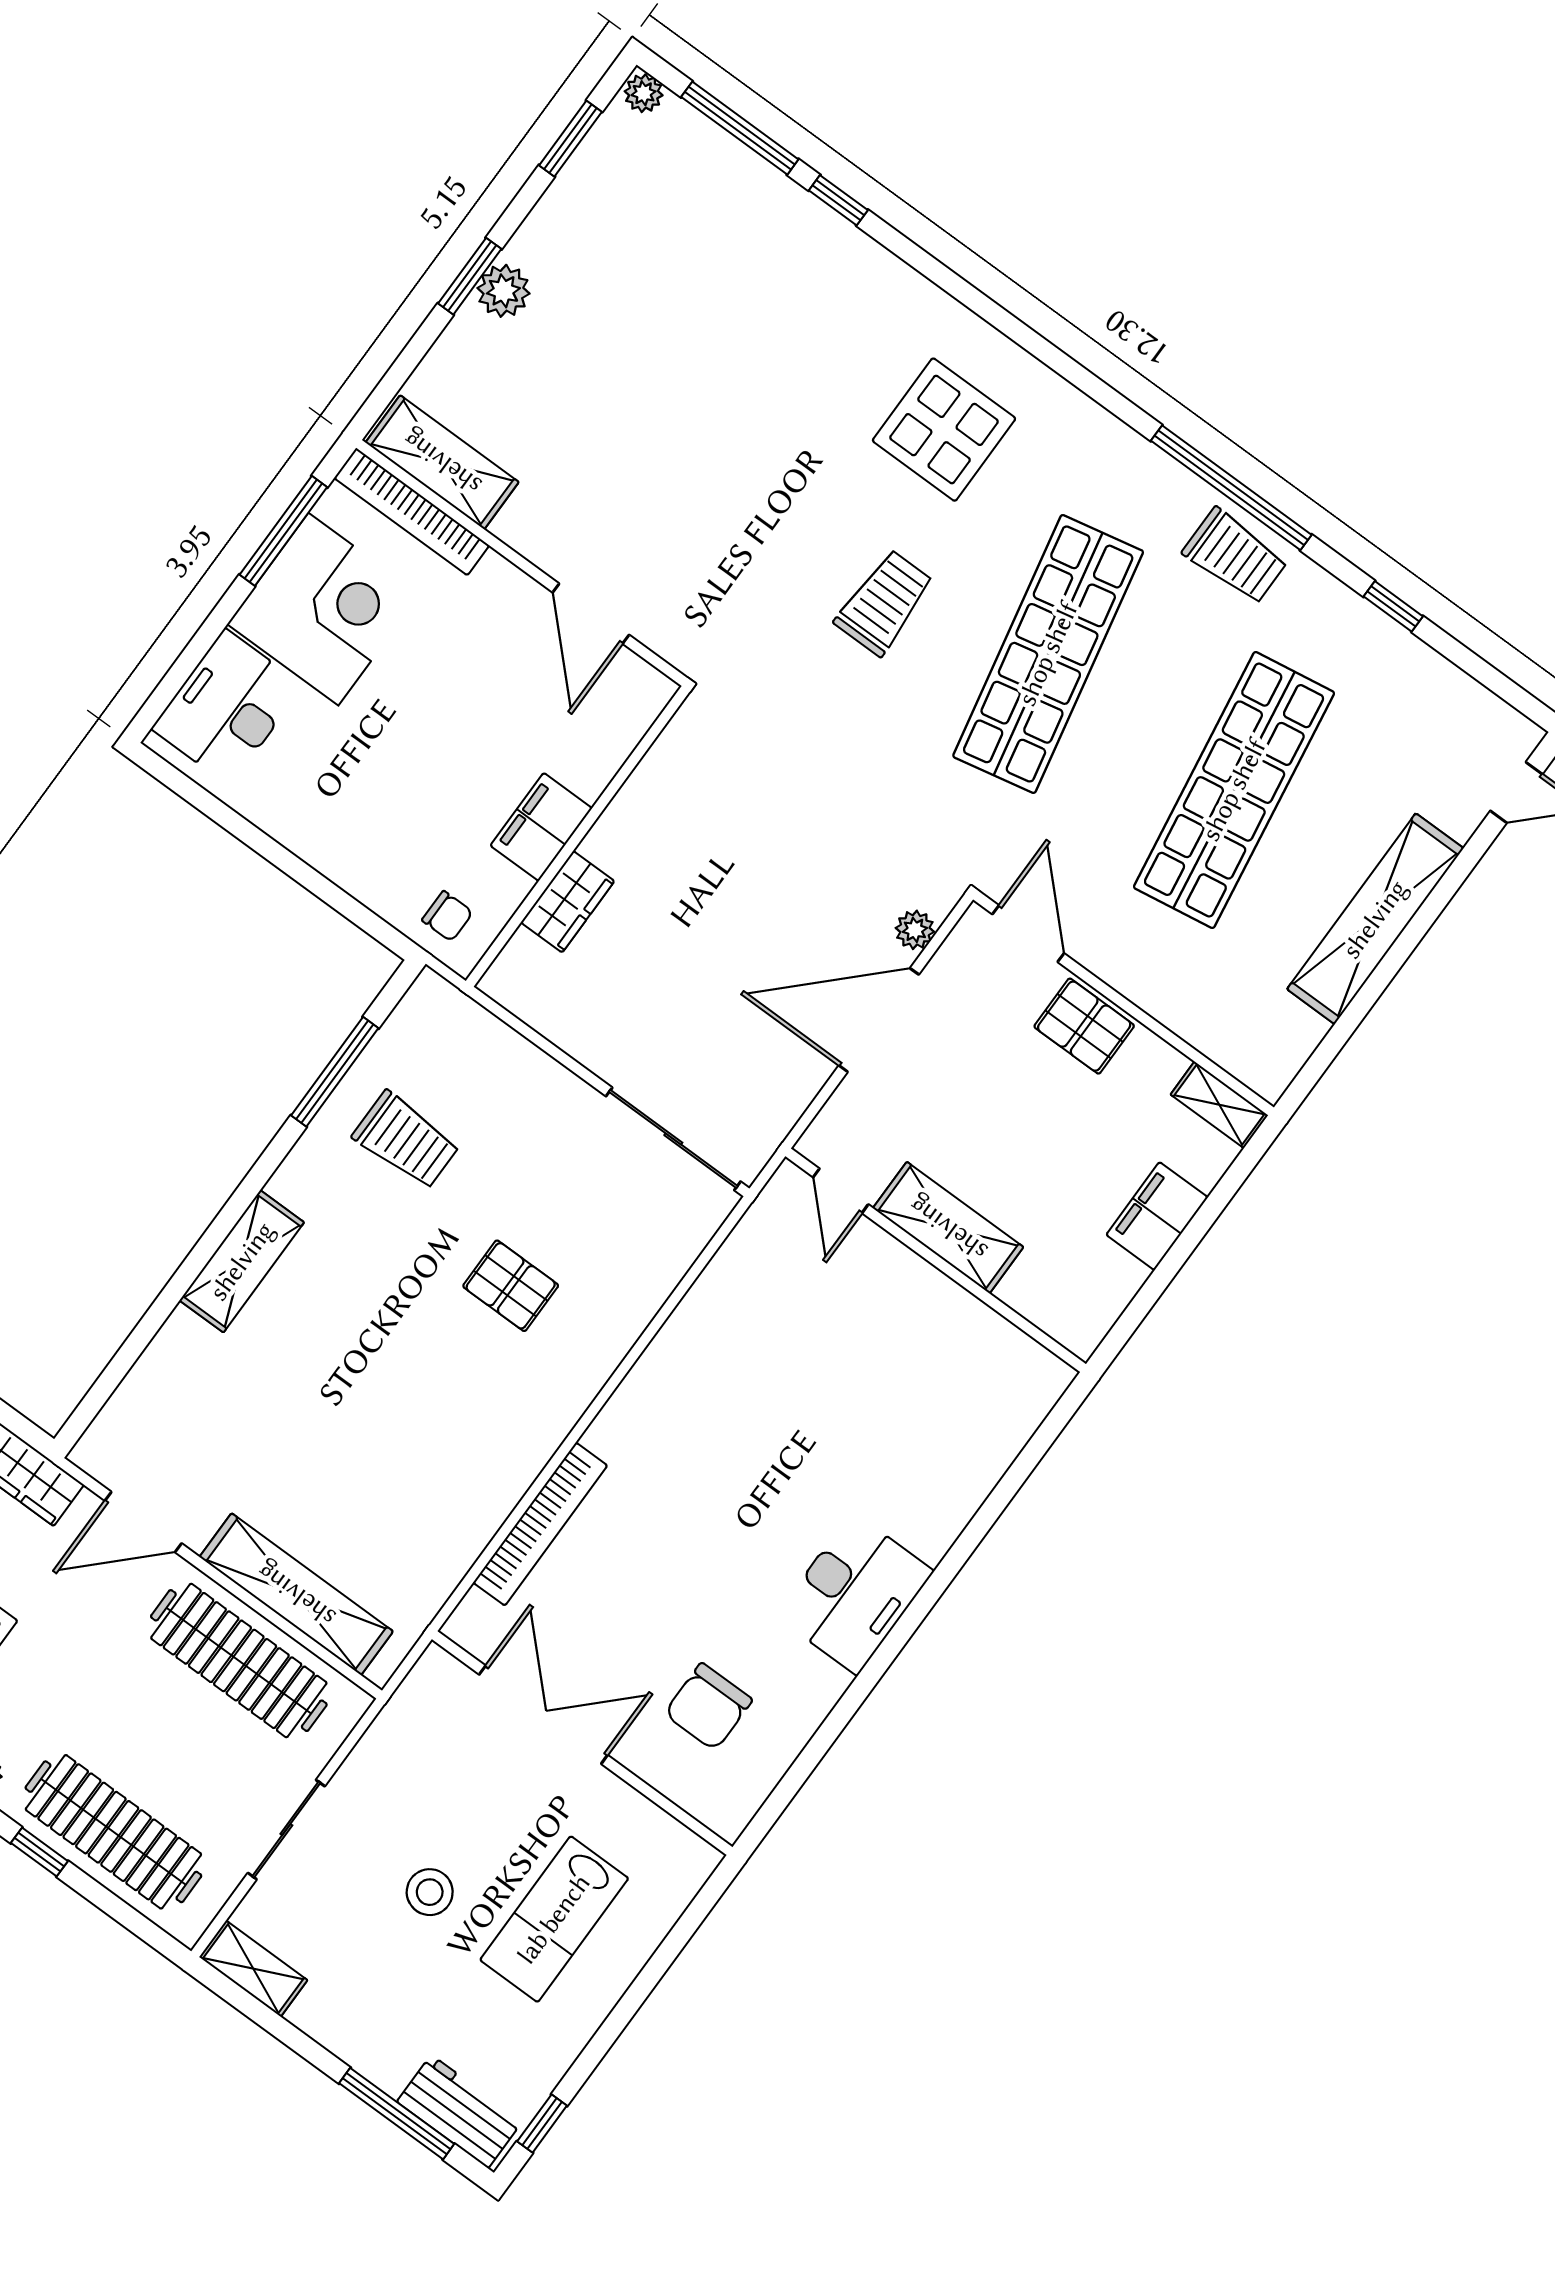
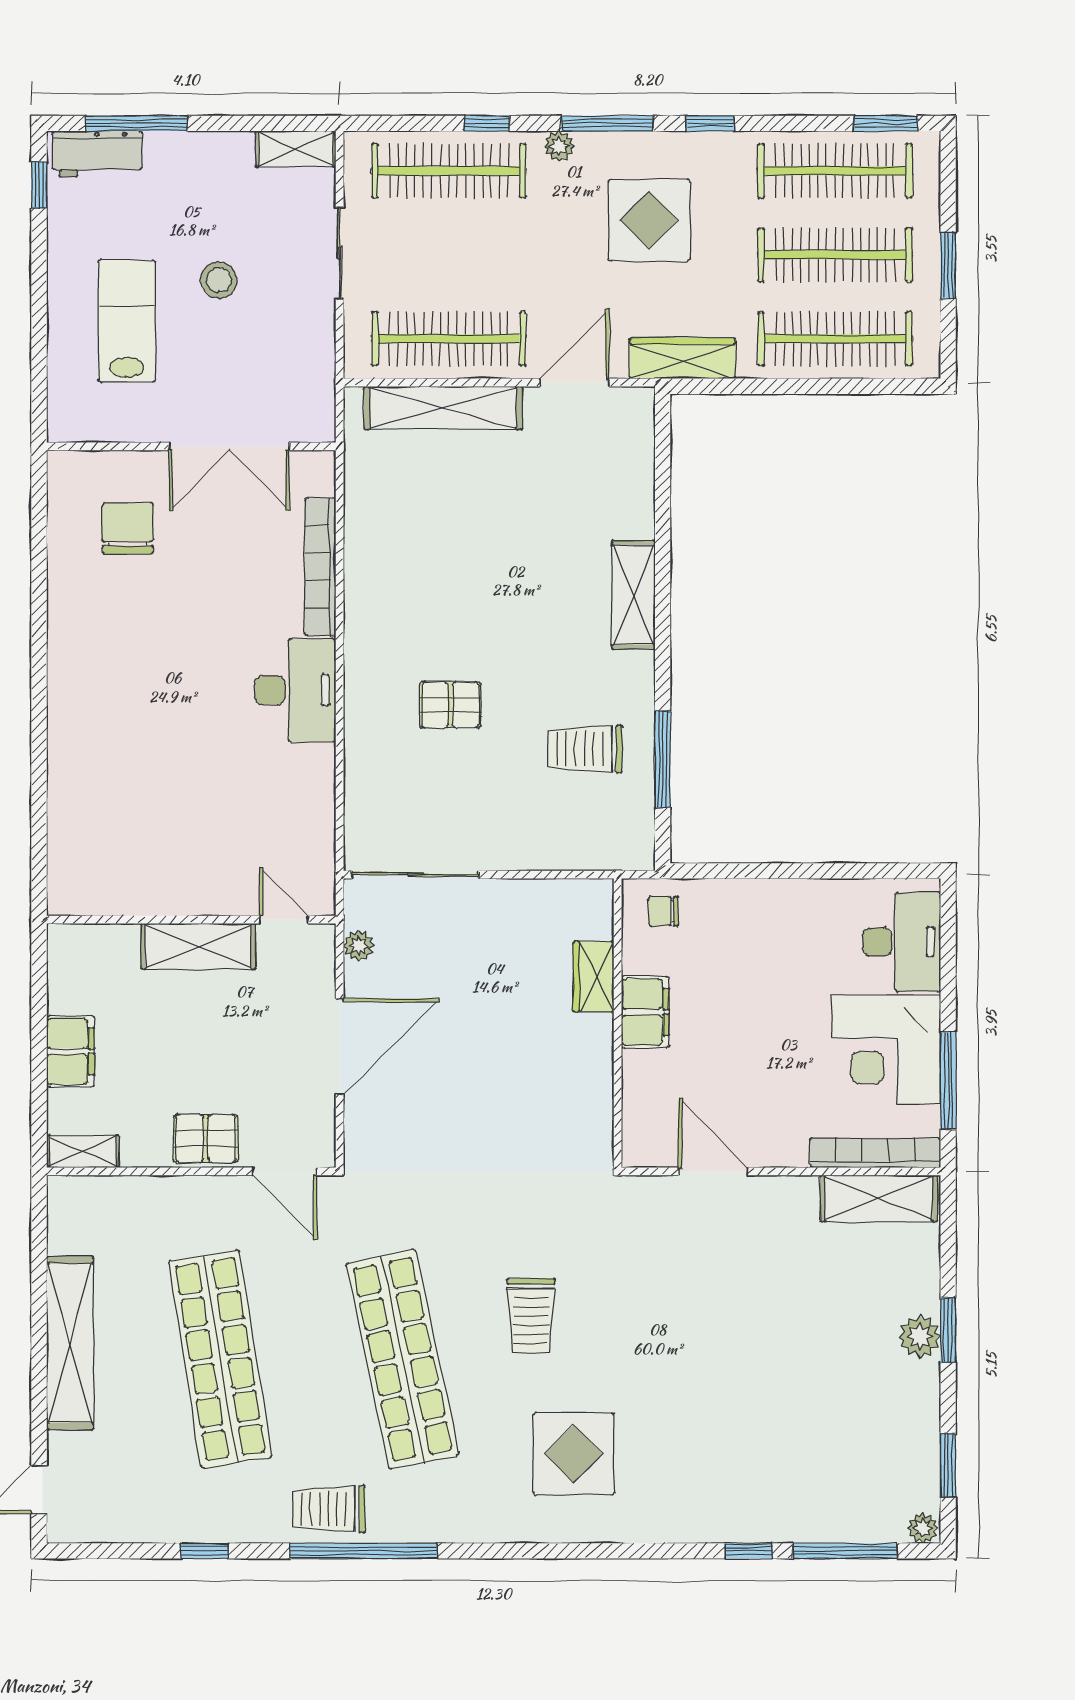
plant: (915, 930) -> (359, 946), moved
desk: (855, 1593) -> (295, 690), moved, turned 180

